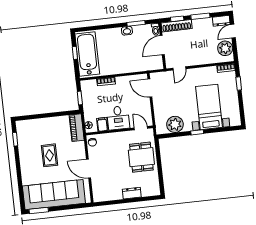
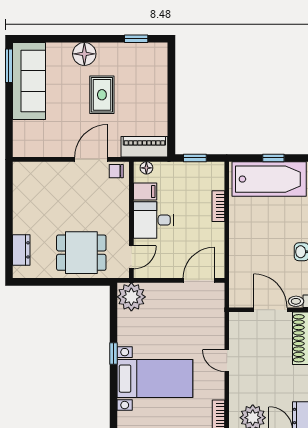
door: (179, 68) -> (227, 361), moved
plant: (175, 124) -> (131, 297), moved
rug: (49, 155) -> (102, 95), turned 90
floor lamp: (27, 168) -> (84, 54), added
door: (88, 169) -> (91, 159), moved
dresser: (132, 193) -> (21, 250), moved
sofa: (54, 195) -> (29, 81), width x0.74, depth x0.79

